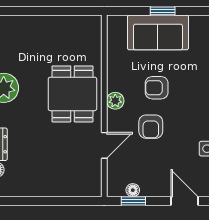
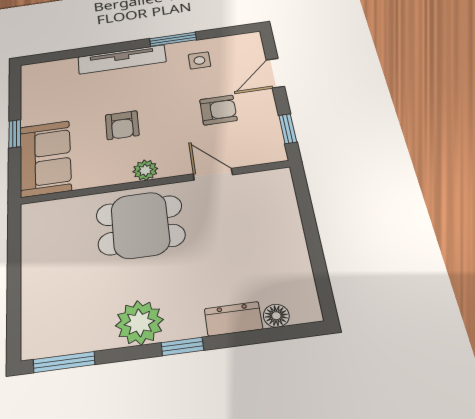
sofa: (158, 32) -> (45, 158), moved
armchair: (151, 127) -> (218, 110), moved
floor lamp: (133, 190) -> (272, 131), removed

